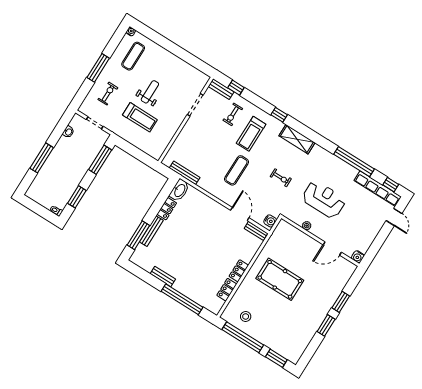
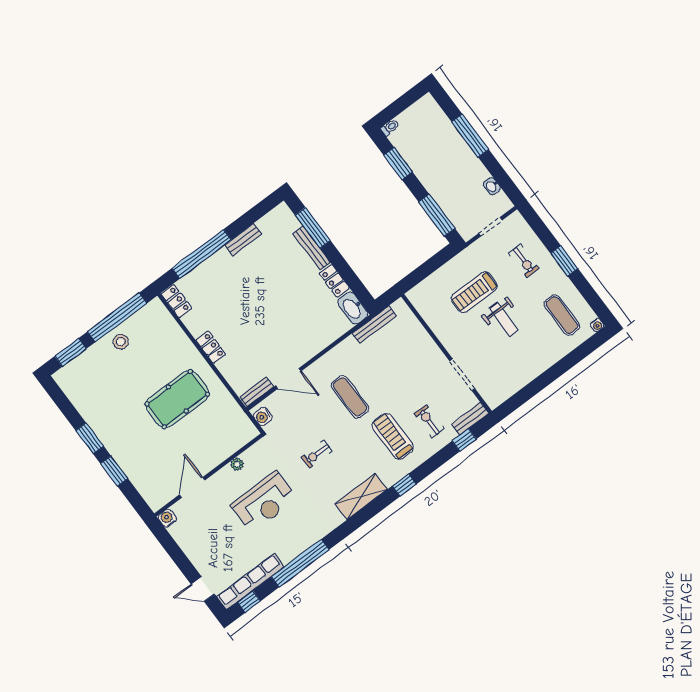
window: (98, 68) -> (564, 261), width x0.69
locker: (227, 290) -> (176, 301), moved
stool: (246, 316) -> (121, 342), moved

